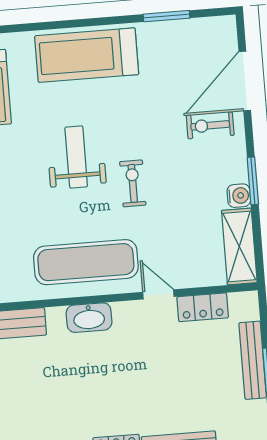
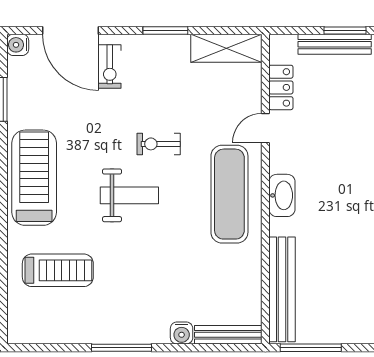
treadmill: (87, 55) -> (34, 178), turned 180
weight bench: (76, 157) -> (129, 195), turned 180
water cooler: (239, 196) -> (18, 45), moved, turned -90

